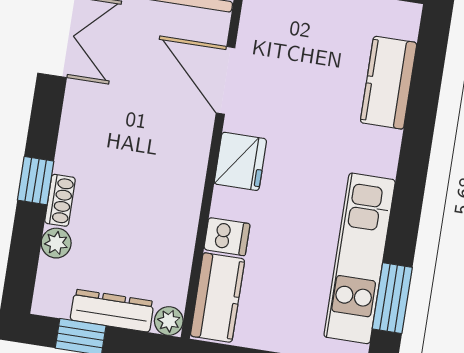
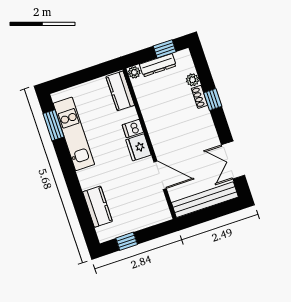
dishwasher: (227, 237) -> (133, 129), moved

